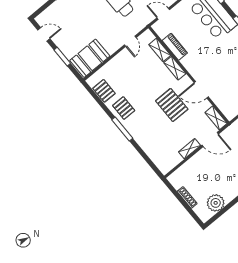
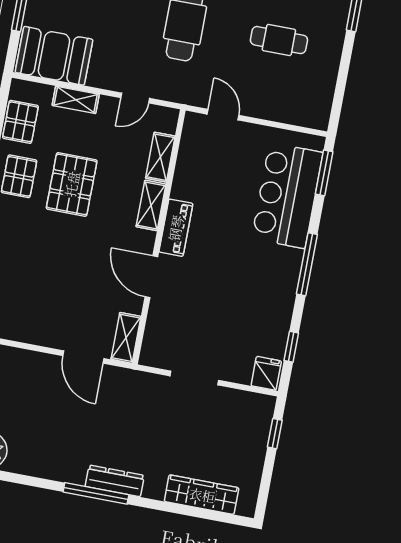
piano: (175, 47) -> (176, 228), moved
pallet: (172, 105) -> (72, 184), moved
shelving: (190, 149) -> (76, 100), moved

